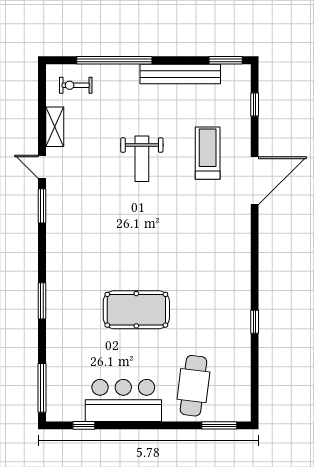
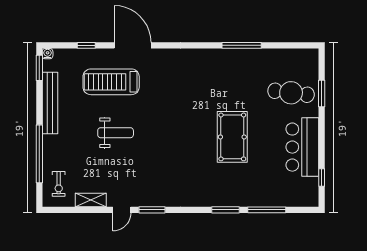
water cooler: (244, 71) -> (48, 54), added
window: (255, 104) -> (86, 45), moved
treadmill: (208, 153) -> (111, 82), width x1.37, depth x1.38
window: (255, 322) -> (242, 45), width x2.17
window: (42, 388) -> (267, 210), moved
window: (219, 425) -> (322, 93), moved

